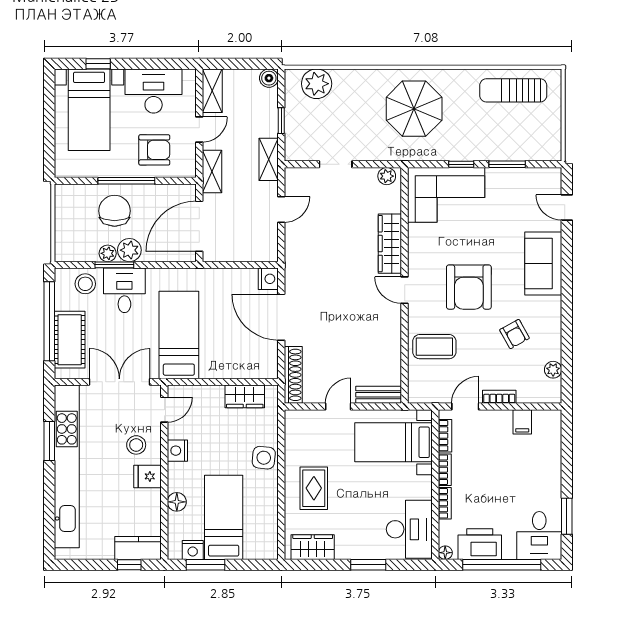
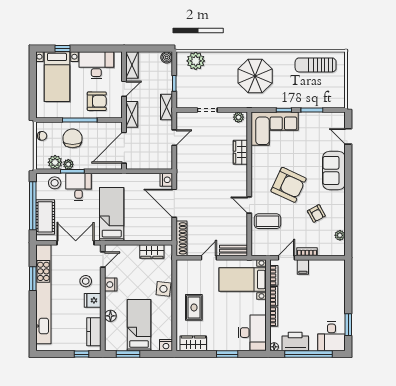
chair: (65, 207) -> (42, 136), added
wardrobe: (390, 244) -> (240, 152), width x0.67
plant: (129, 250) -> (55, 162), moved
armchair: (469, 287) -> (289, 185), turned -65
door: (405, 290) -> (249, 205), moved
filing cabinet: (522, 422) -> (303, 267), moved
kitchen counter: (138, 548) -> (94, 332), moved, turned -90
nightstand: (193, 550) -> (166, 345), moved

